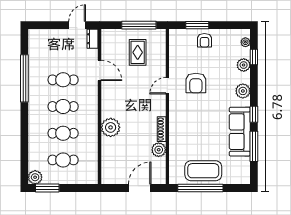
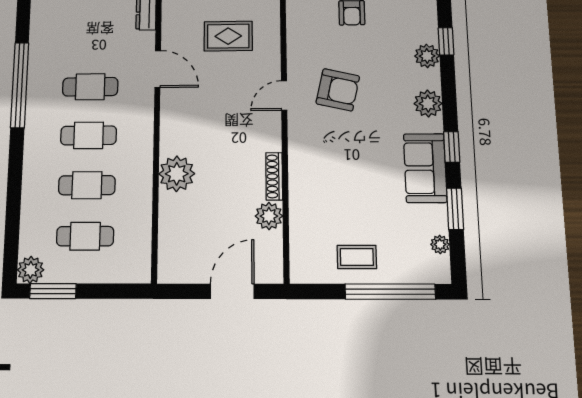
plant: (245, 42) -> (440, 244), moved
rug: (138, 52) -> (228, 36), turned 90
armchair: (196, 83) -> (338, 90), turned -77
sofa: (240, 132) -> (425, 168), width x0.73
window: (254, 146) -> (455, 209), width x0.69
coffee table: (203, 171) -> (357, 257), width x0.54, depth x0.58
window: (200, 188) -> (390, 292), moved

